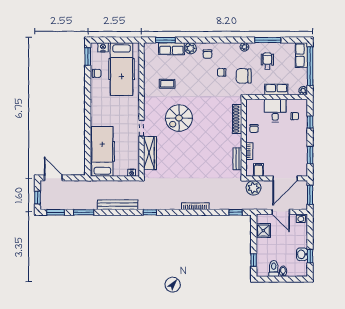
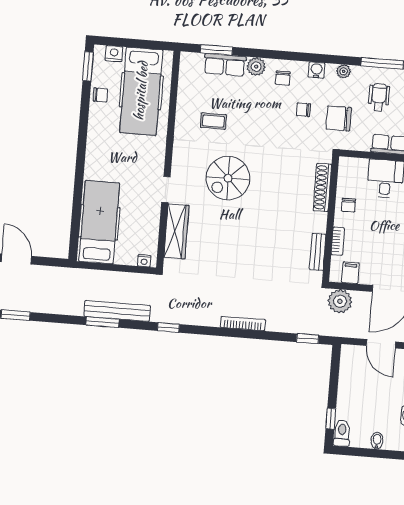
water cooler: (228, 47) -> (316, 70), added
window: (84, 212) -> (103, 322), moved
shower: (263, 231) -> (350, 372), removed
toilet: (274, 268) -> (342, 433), moved

